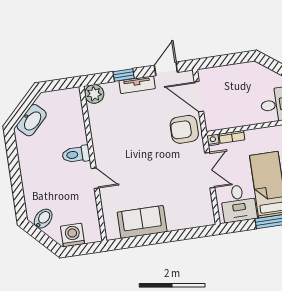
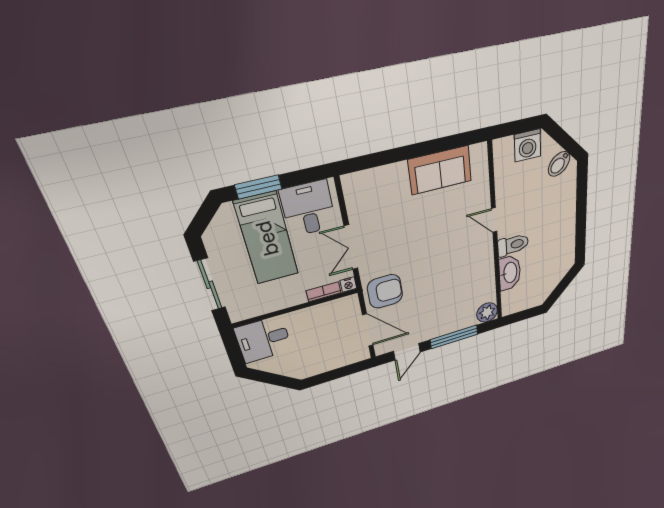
window: (124, 75) -> (454, 337), width x2.17
tv unit: (137, 85) -> (440, 330), removed
washbasin: (32, 120) -> (510, 273), moved, turned 135

